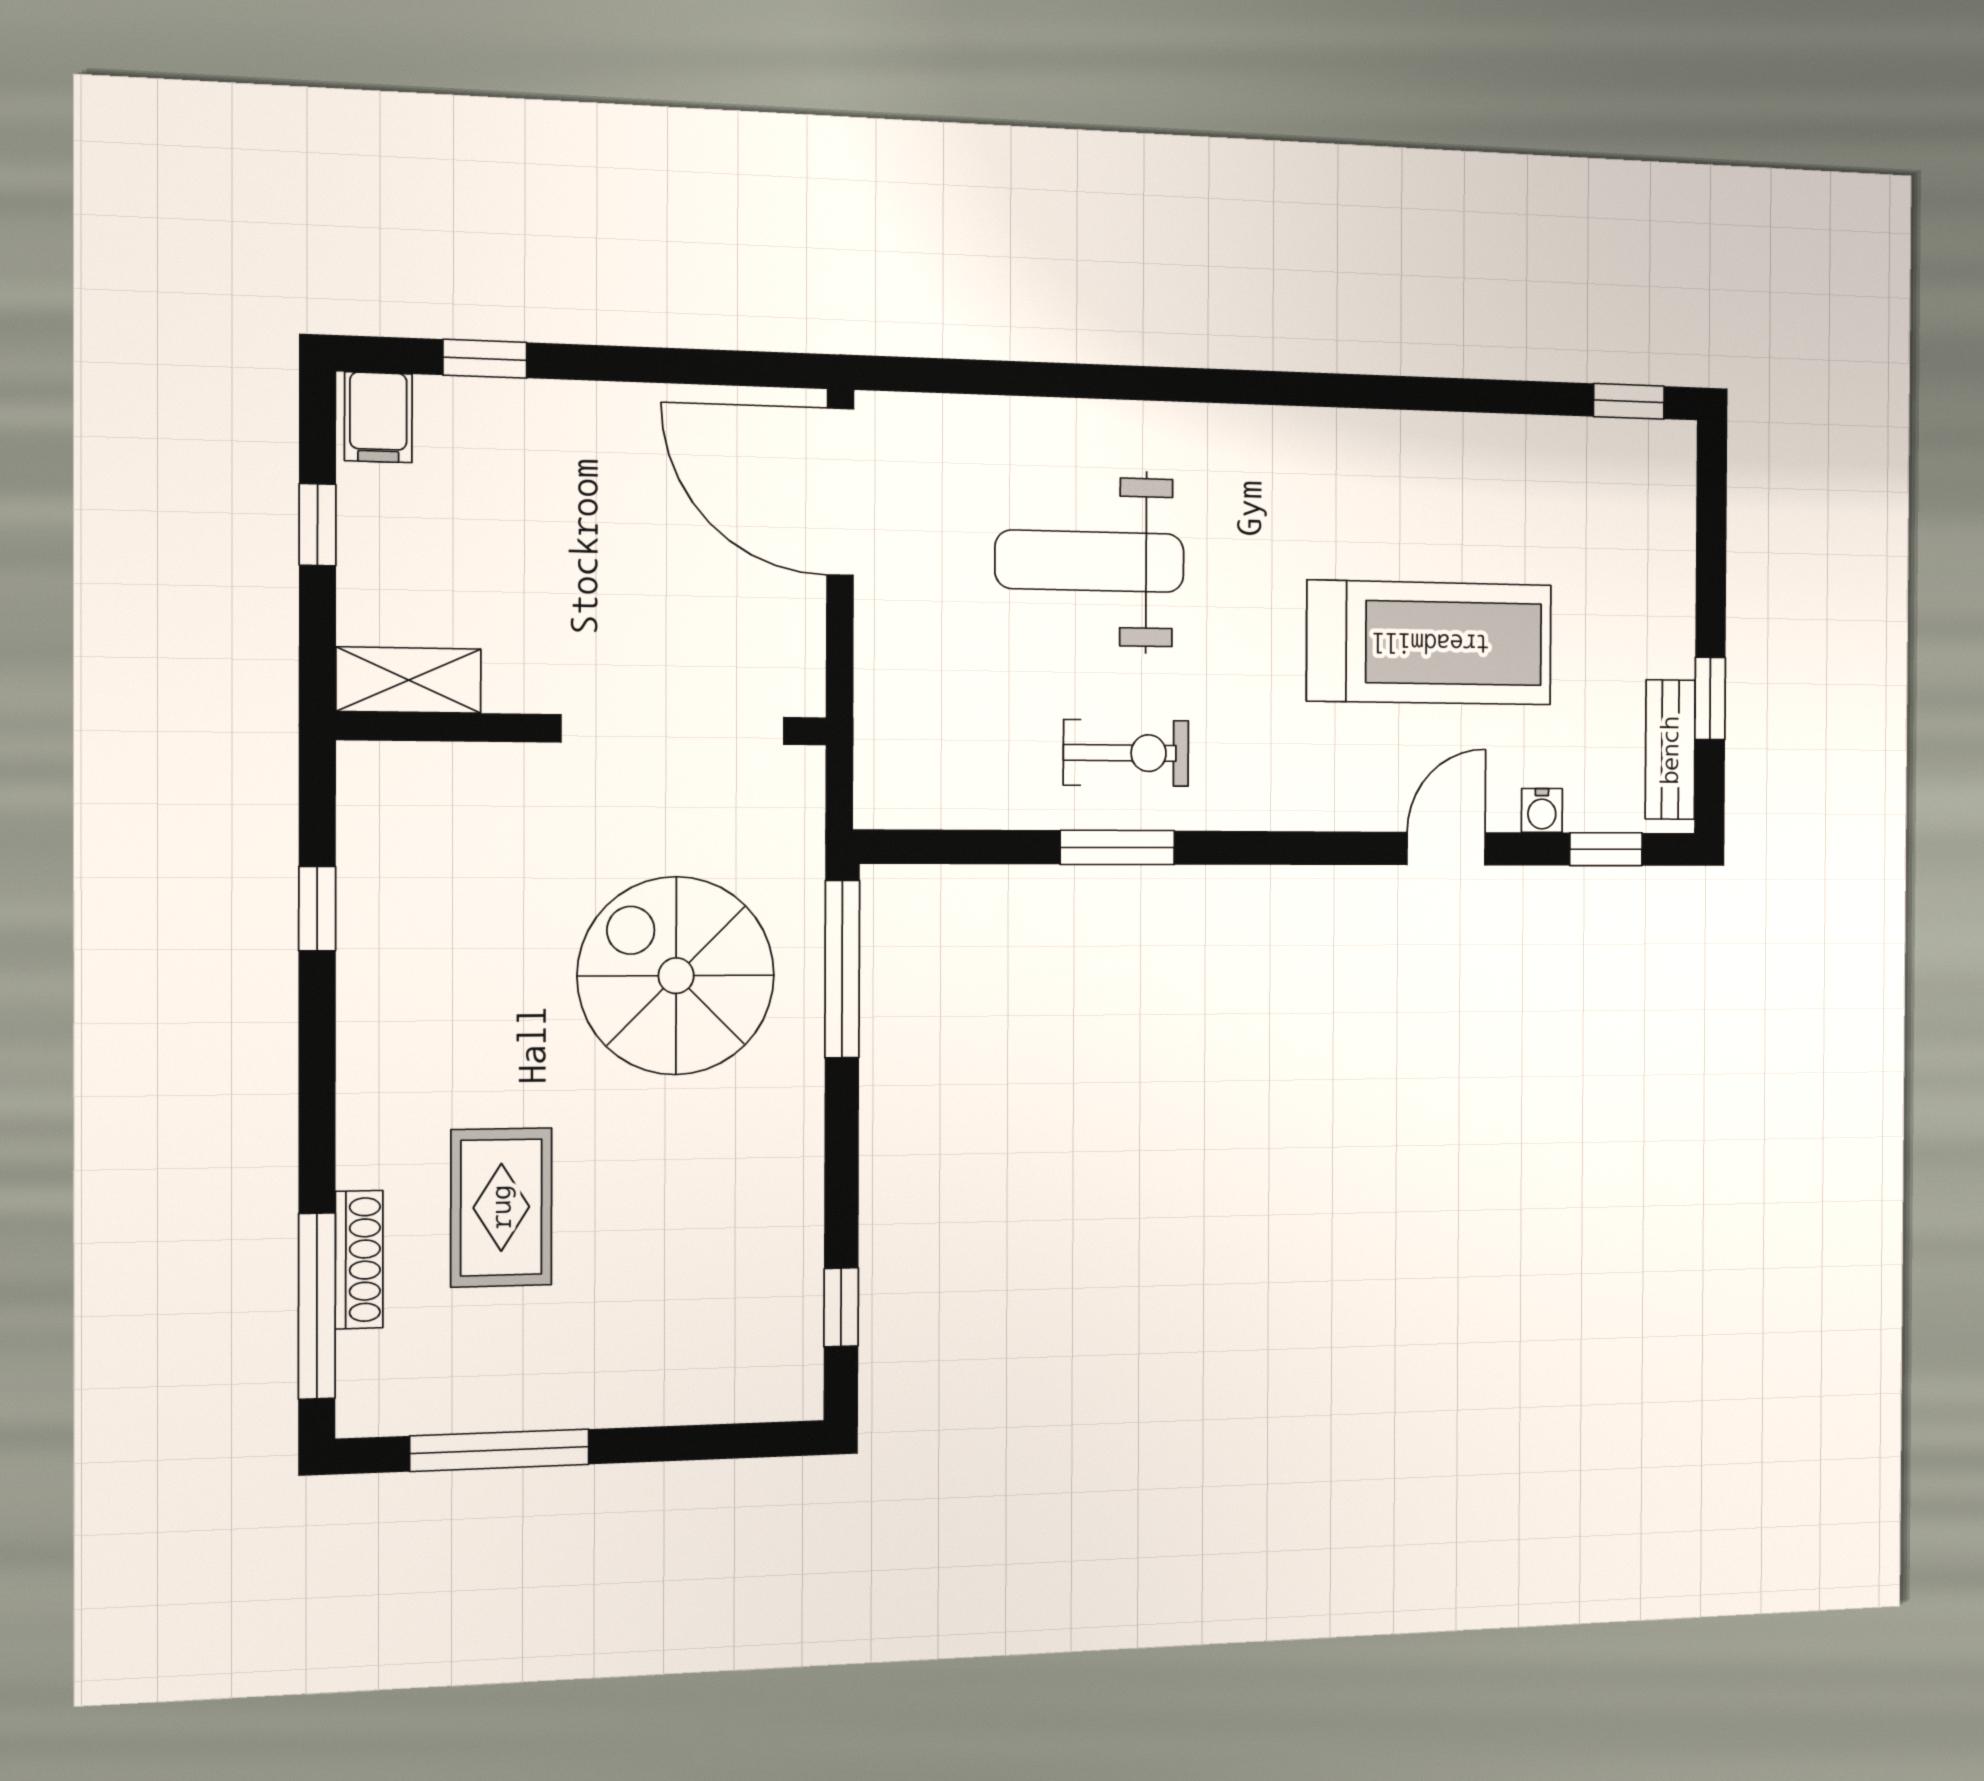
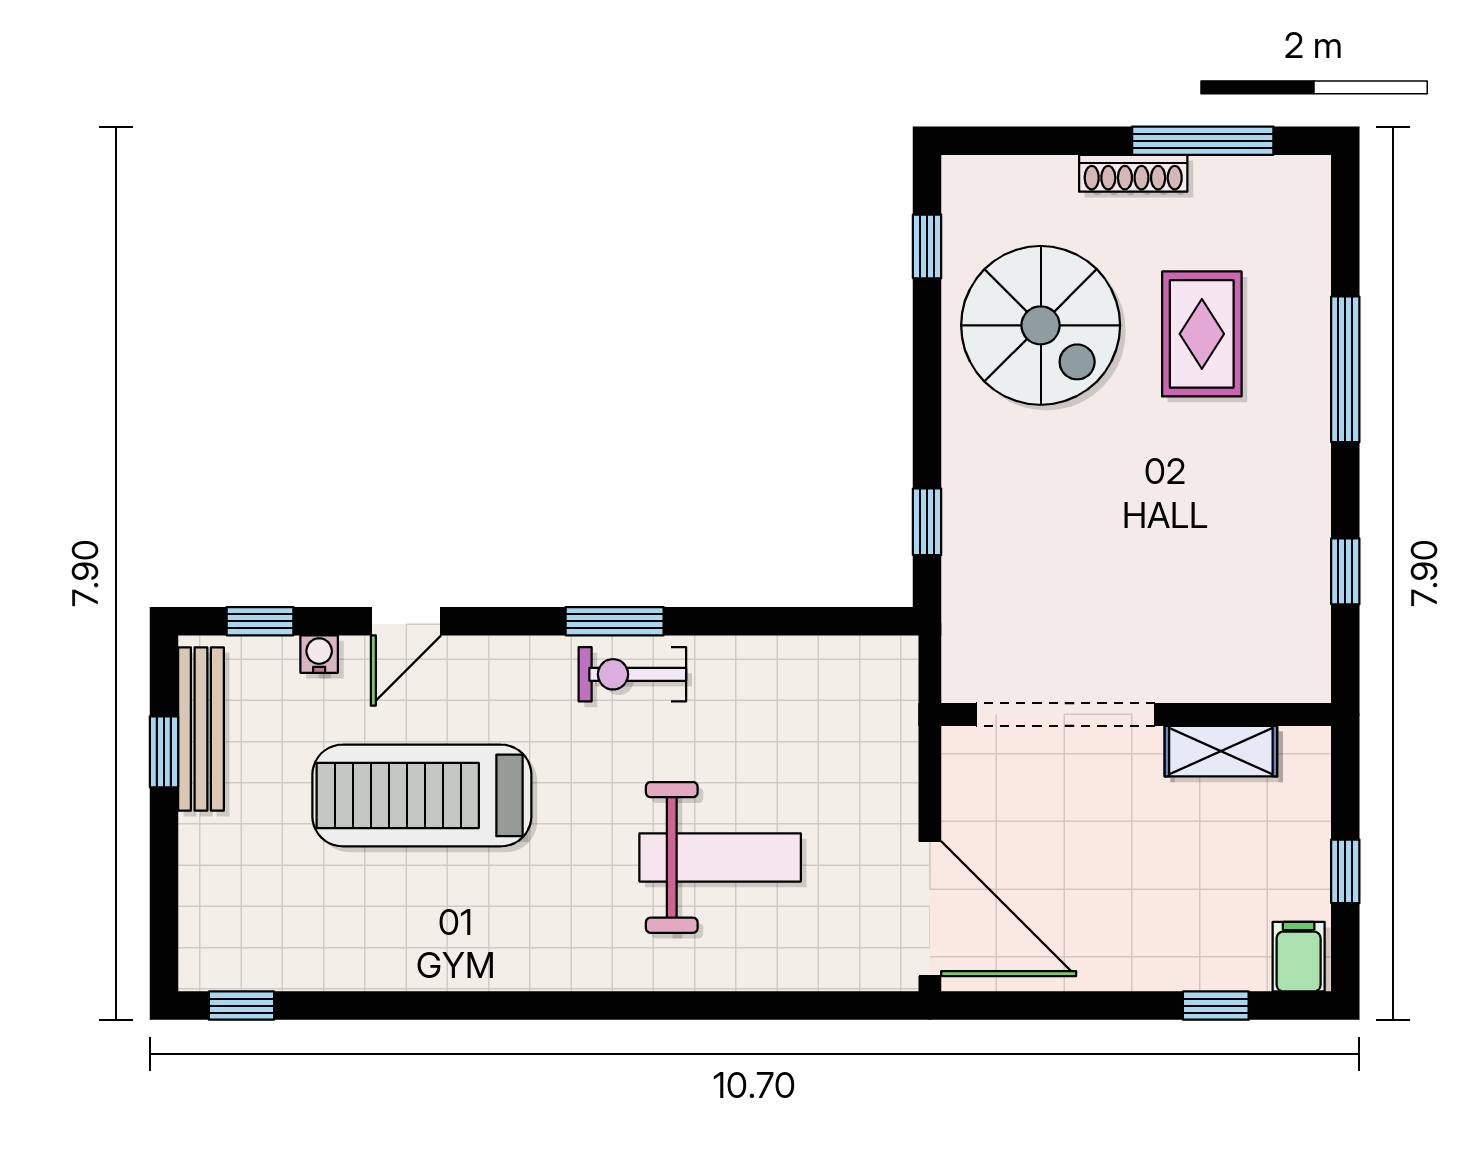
shelving: (409, 680) -> (1221, 751), moved
bench: (1670, 750) -> (201, 729), width x1.36
exercise bike: (1126, 753) -> (632, 674), moved
window: (1117, 848) -> (615, 621), moved
window: (842, 969) -> (927, 522), width x0.46
spiral stairs: (676, 976) -> (1041, 325), moved
shoe rack: (359, 1260) -> (1133, 173), moved, turned -90
window: (317, 1306) -> (1345, 369), moved

